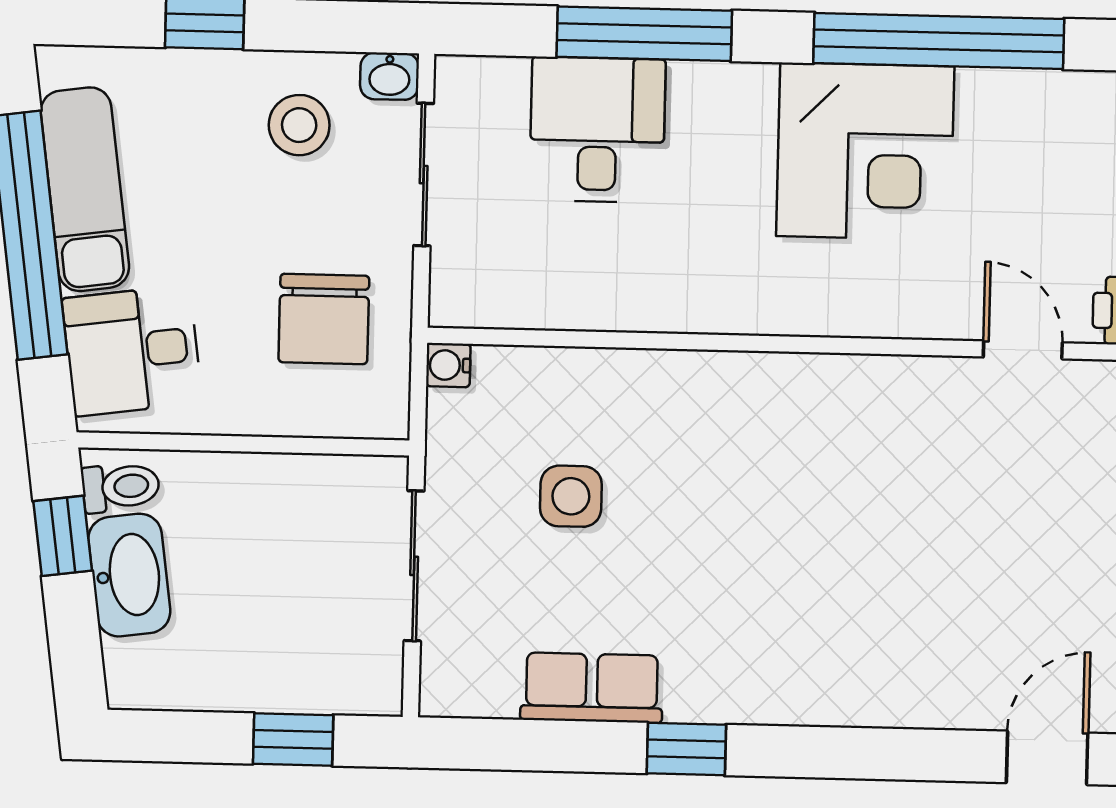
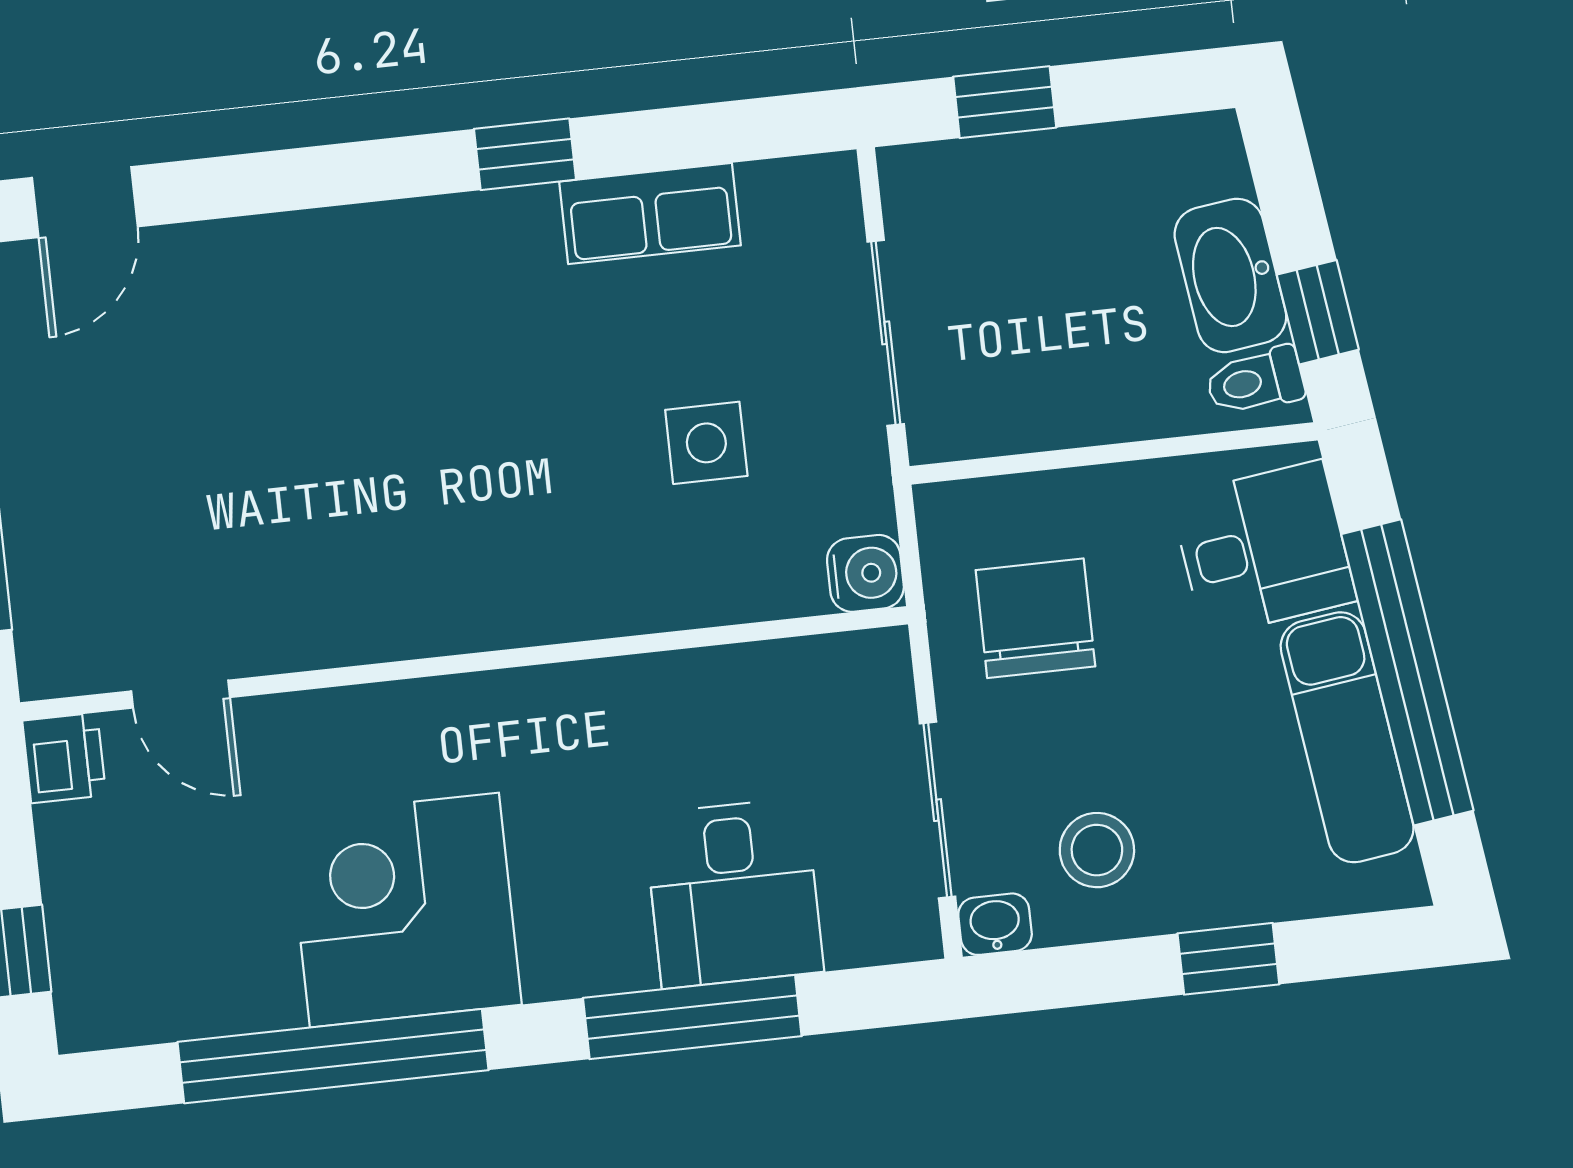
water cooler: (448, 365) -> (865, 573), width x1.38, depth x1.38

